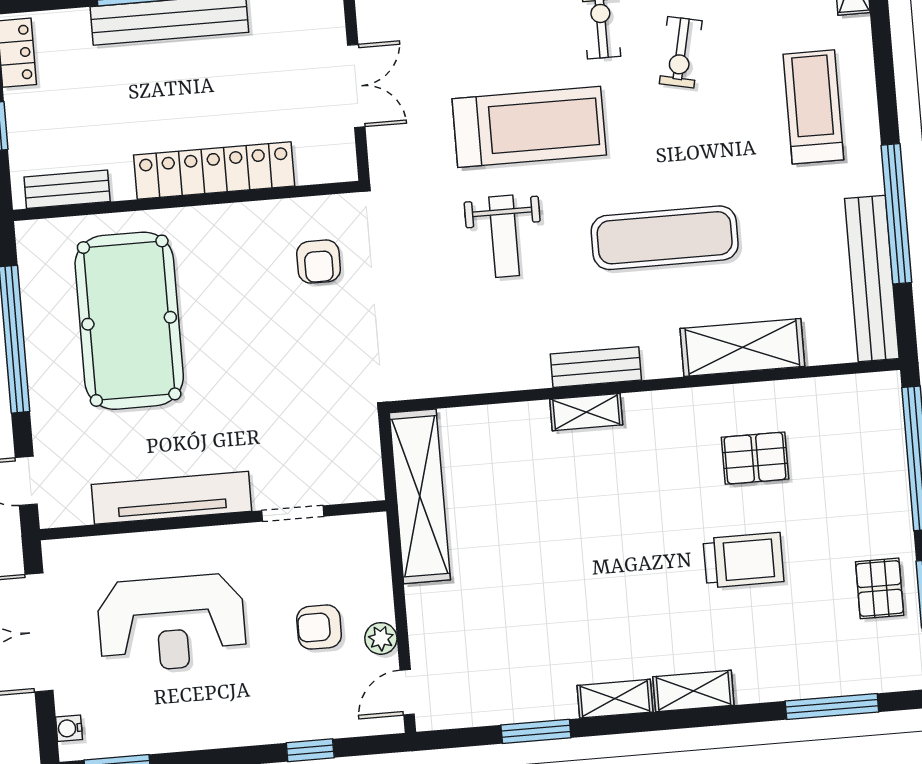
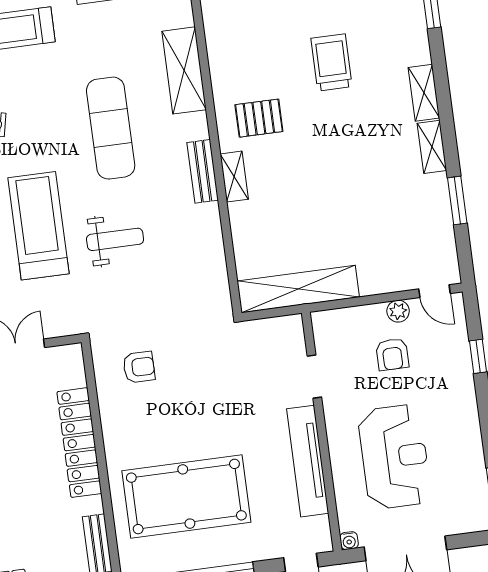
pallet: (755, 458) -> (259, 118), moved, turned 90
water cooler: (69, 728) -> (349, 541), moved

